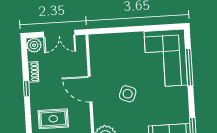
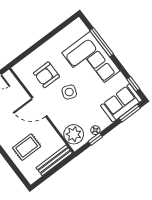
corner sofa: (166, 58) -> (91, 62), moved
armchair: (117, 63) -> (46, 75), added

